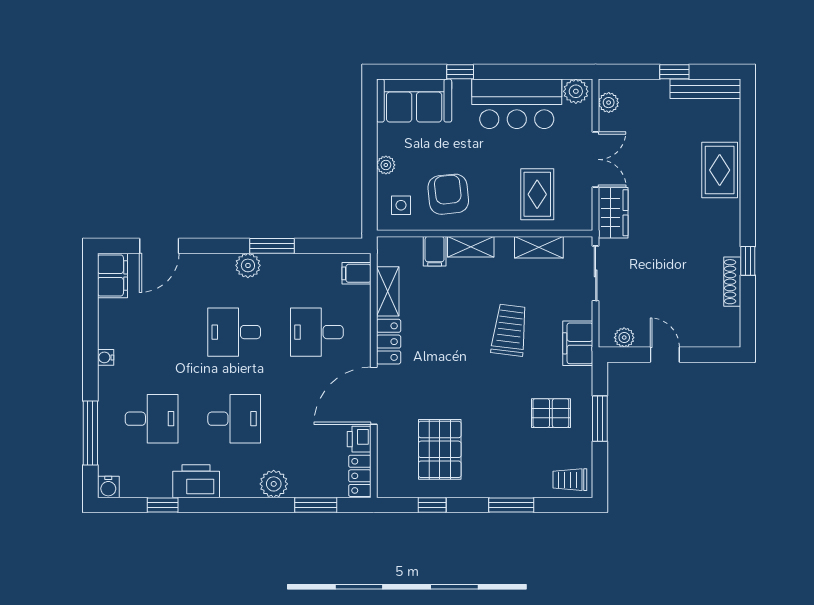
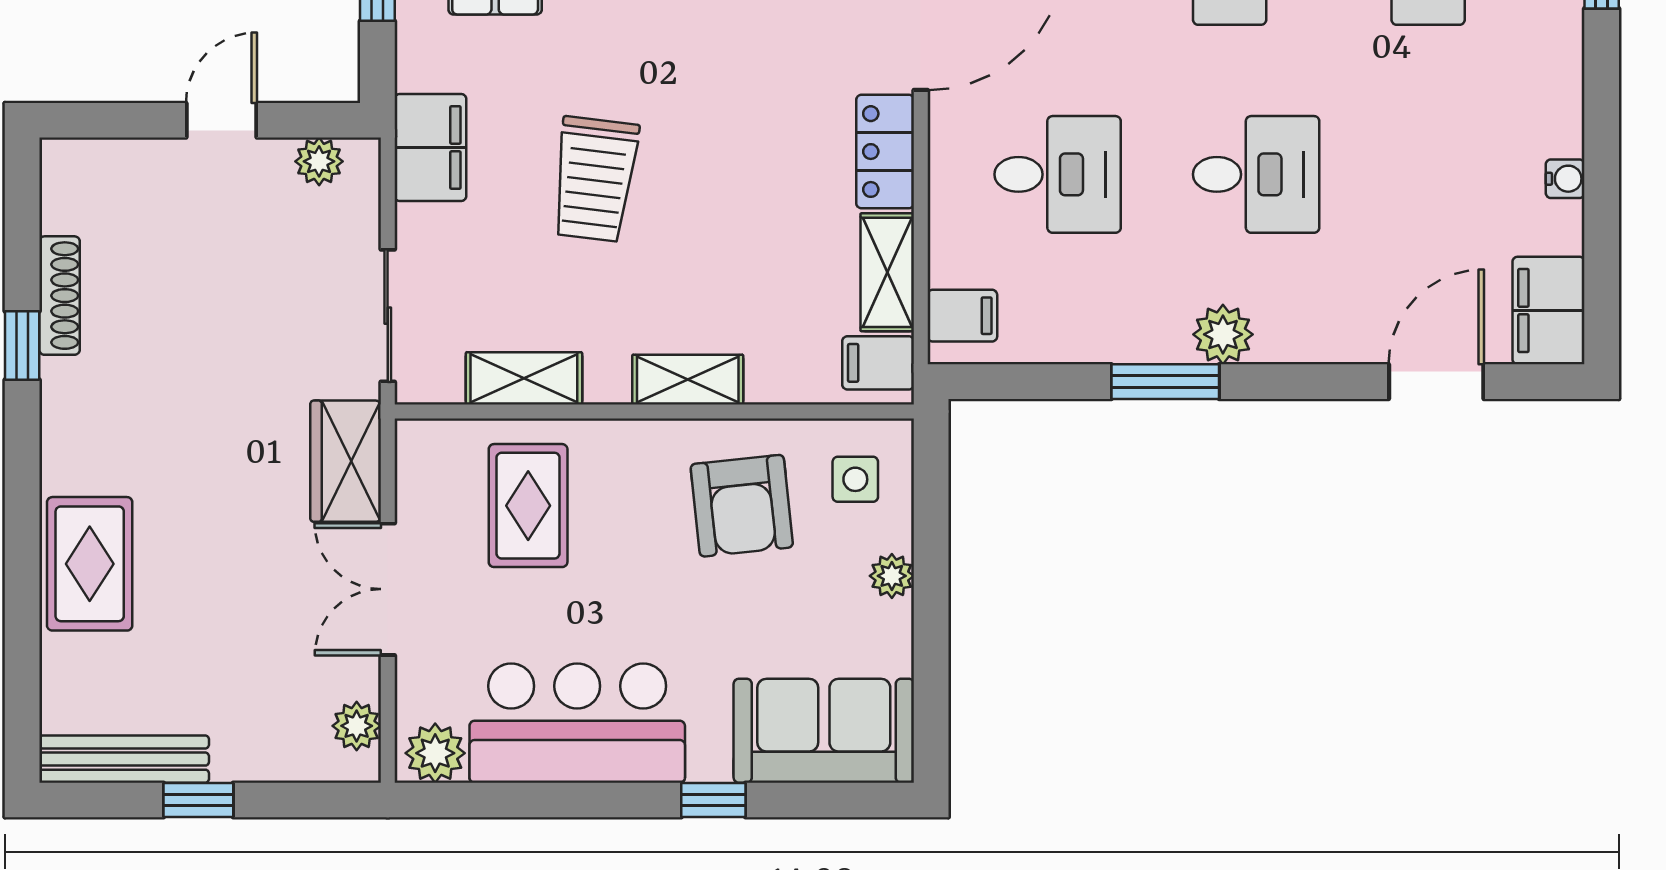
filing cabinet: (435, 251) -> (878, 363), moved, turned -90
door: (665, 355) -> (221, 120), swing flipped
water cooler: (106, 357) -> (1565, 179), moved

